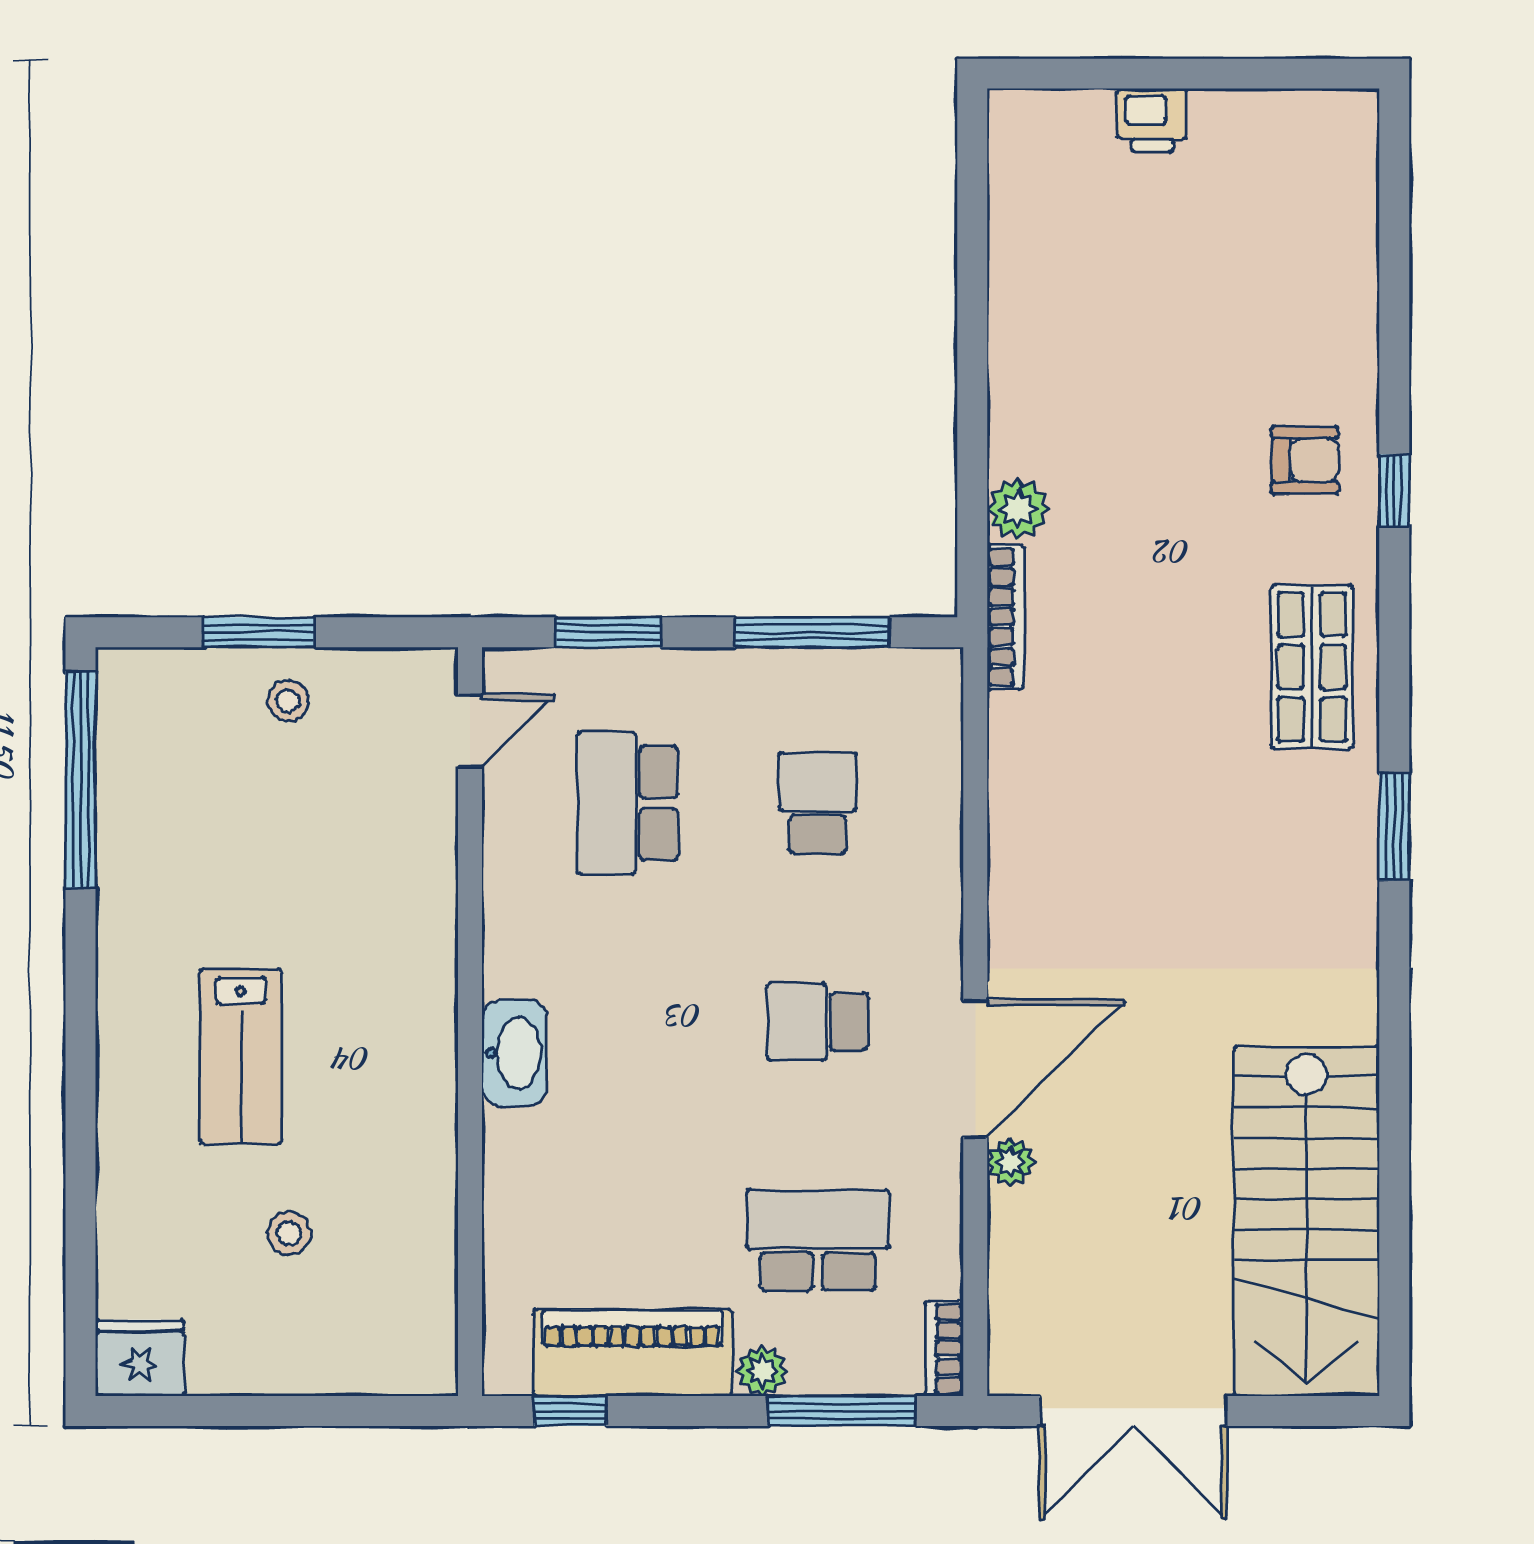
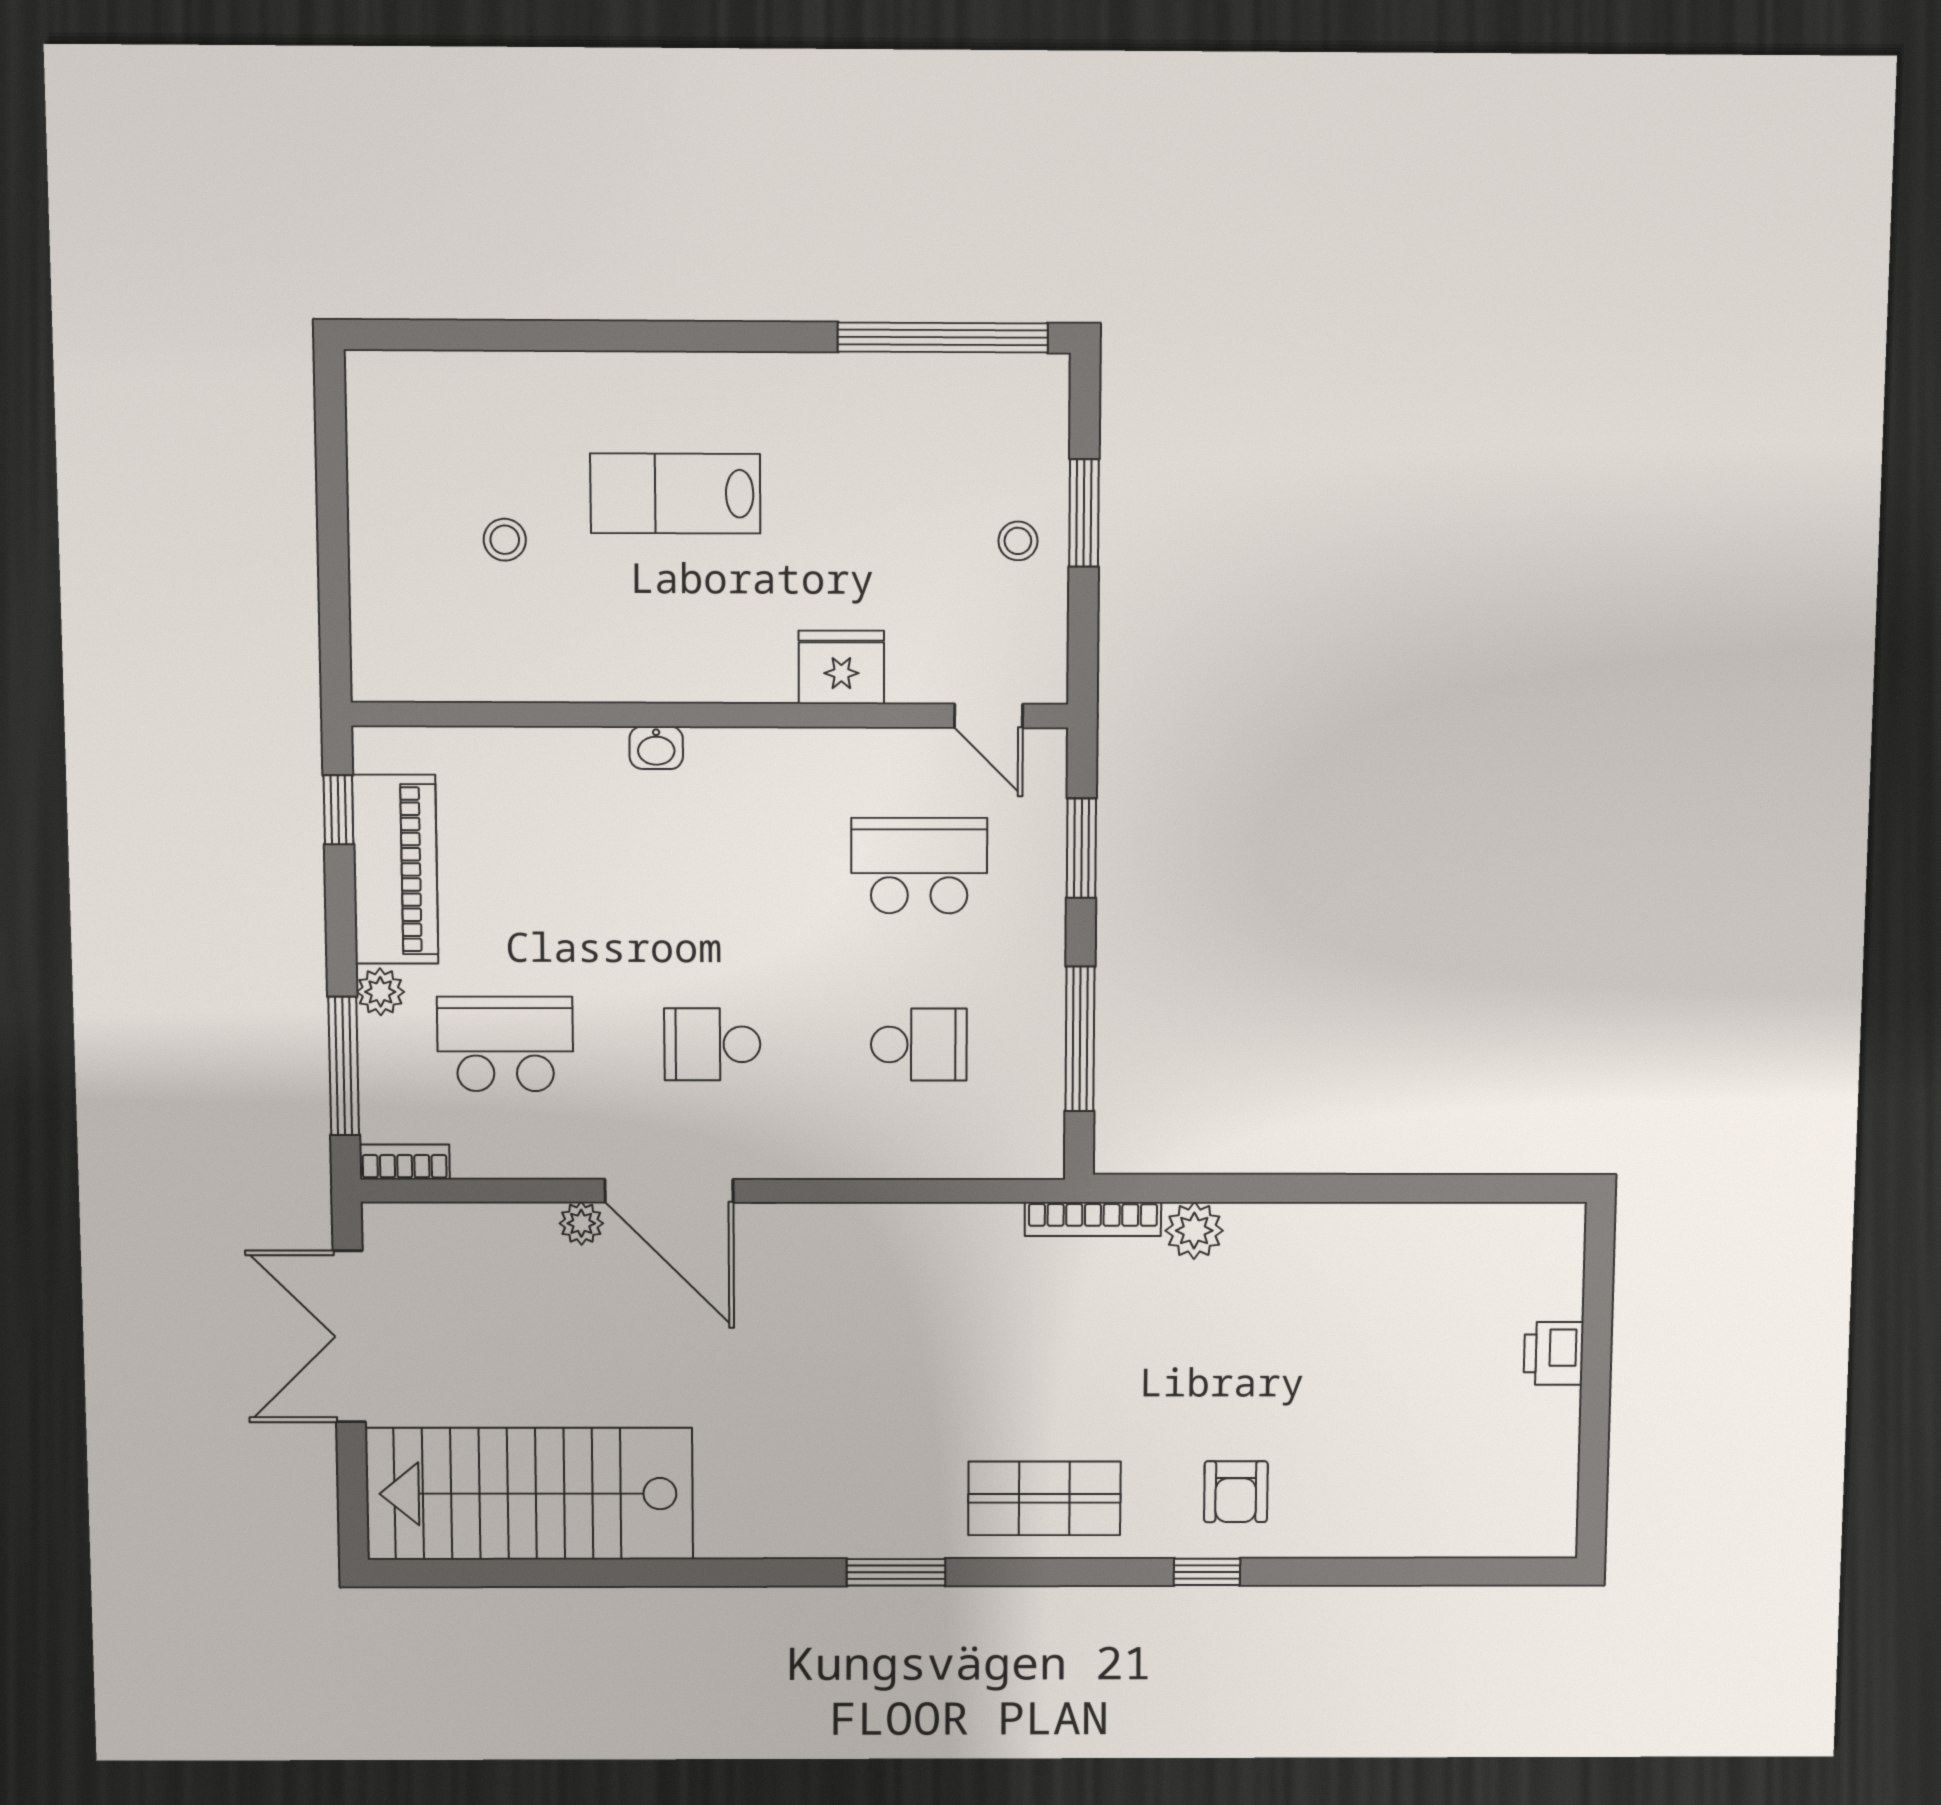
school desk: (818, 1022) -> (712, 1044), turned -90
washbasin: (514, 1053) -> (656, 748), width x0.52, depth x0.69
school desk: (818, 1240) -> (505, 1044), turned -90
fridge: (140, 1358) -> (841, 667), moved, turned -90

